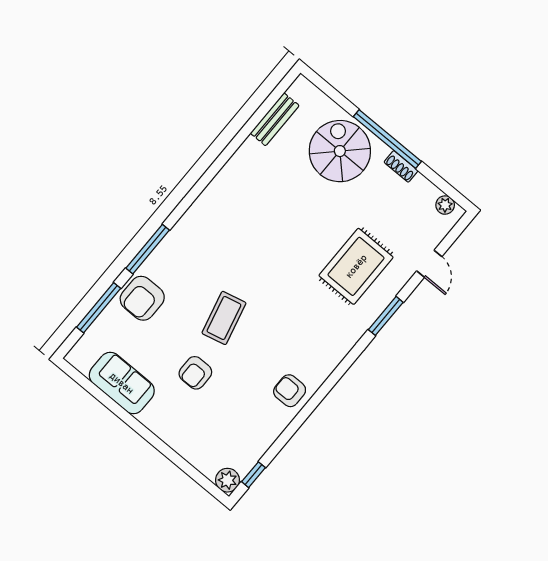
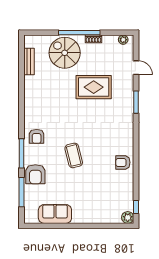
rug: (356, 266) -> (94, 87), moved, turned 90
armchair: (195, 373) -> (37, 136), moved

